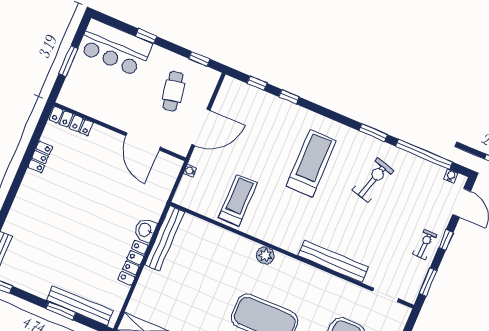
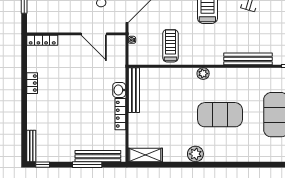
locker: (40, 157) -> (32, 83), moved
window: (61, 311) -> (87, 165), width x1.44

